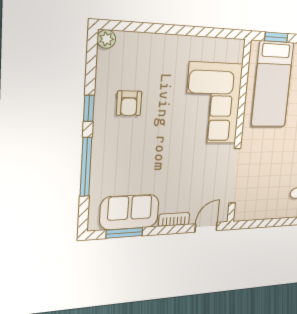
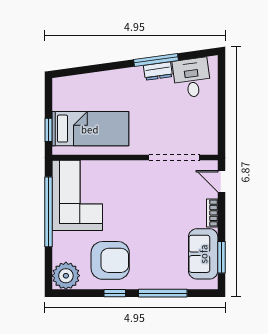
window: (190, 31) -> (49, 212), added
plant: (106, 39) -> (66, 276), width x1.88, depth x1.88
armchair: (129, 103) -> (110, 260), width x1.88, depth x1.88
corner sofa: (213, 103) -> (77, 195), moved, turned -90

